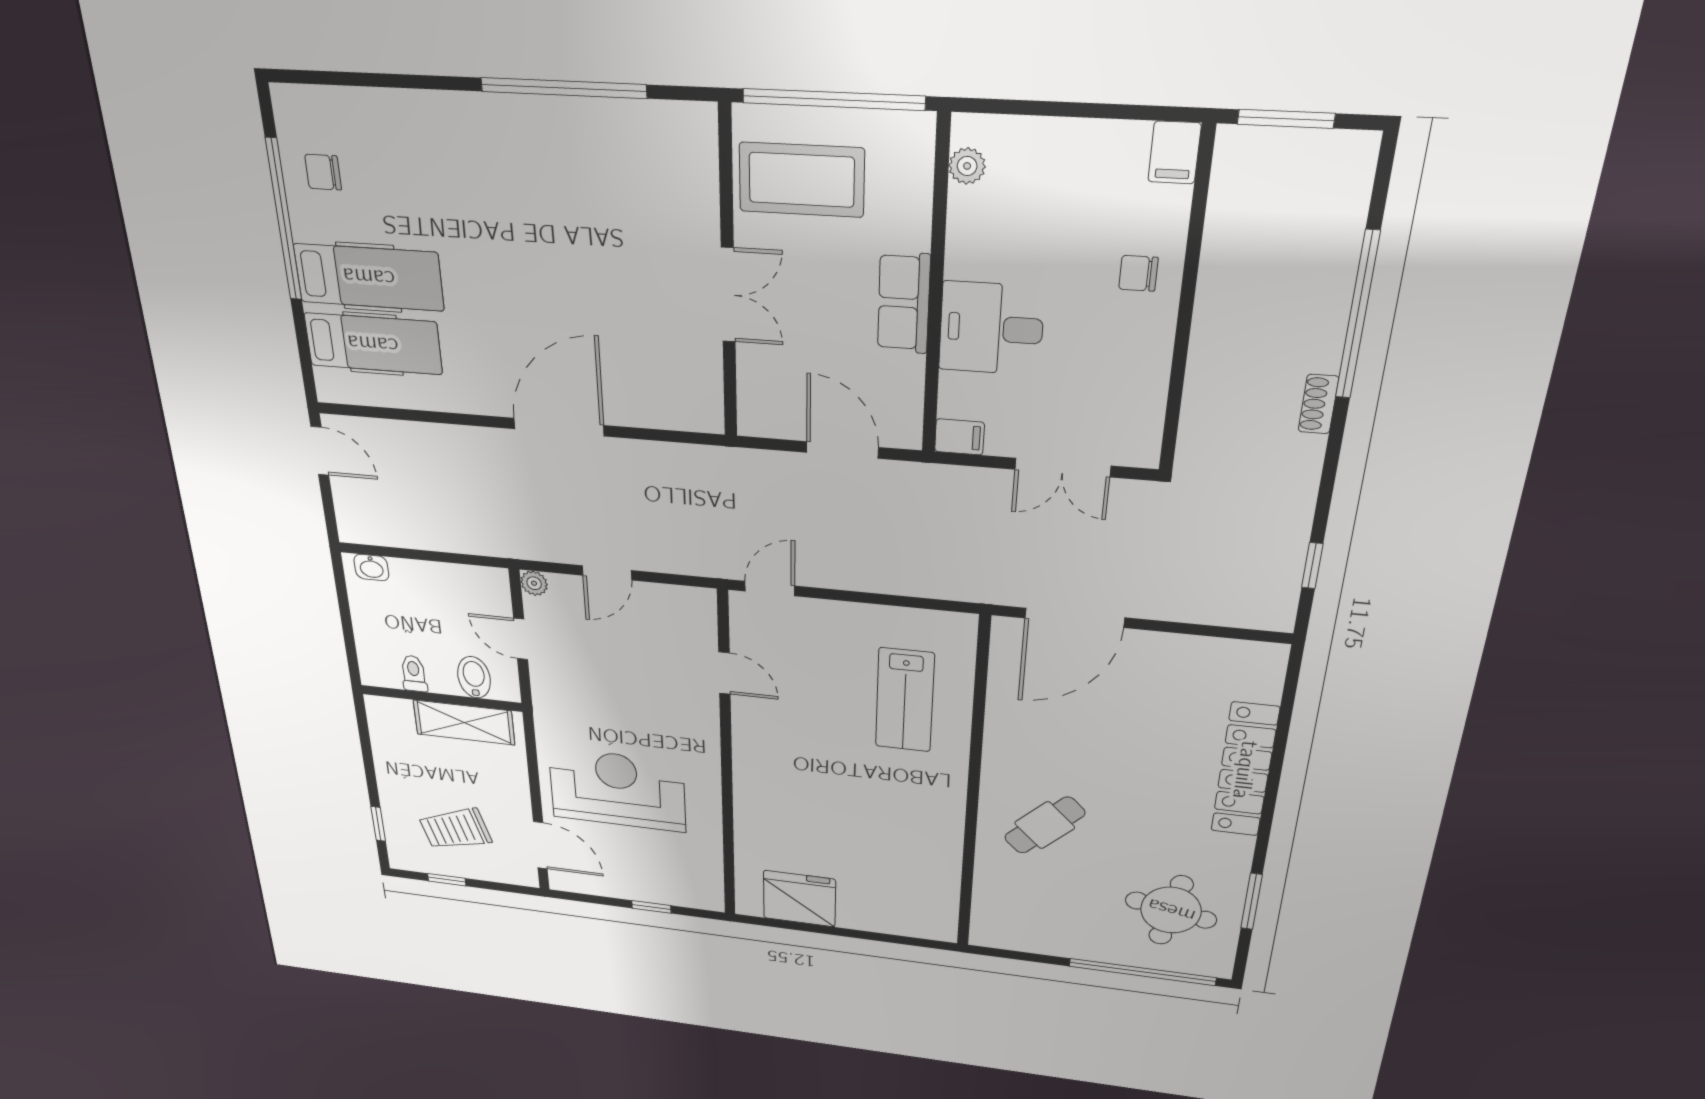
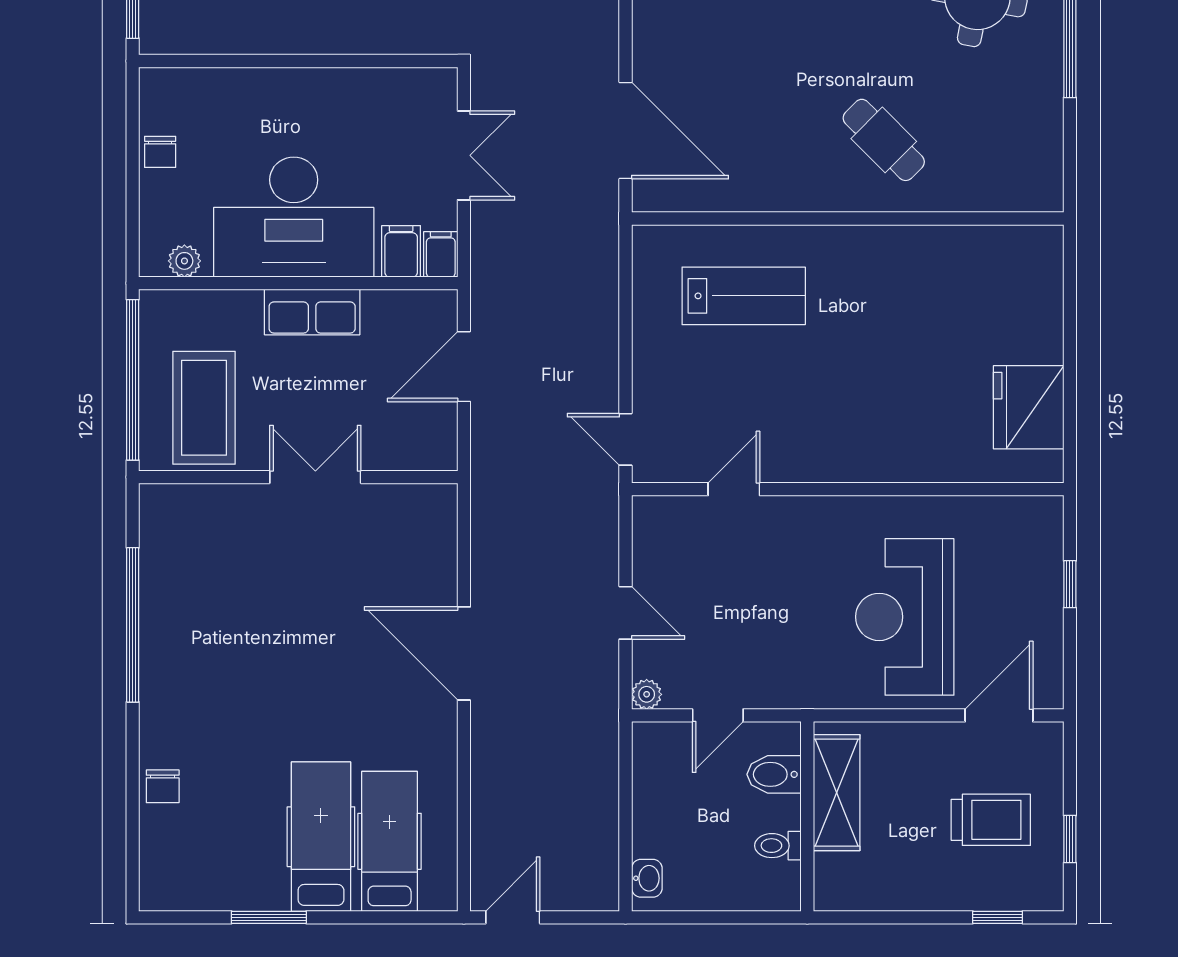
filing cabinet: (1174, 153) -> (401, 251), moved, turned -90
chair: (323, 172) -> (163, 786), moved
window: (284, 220) -> (269, 917), width x0.47
chair: (1138, 273) -> (160, 152), moved
desk: (991, 328) -> (294, 217), width x1.87, depth x1.30
trolley: (455, 829) -> (991, 820), turned -73

